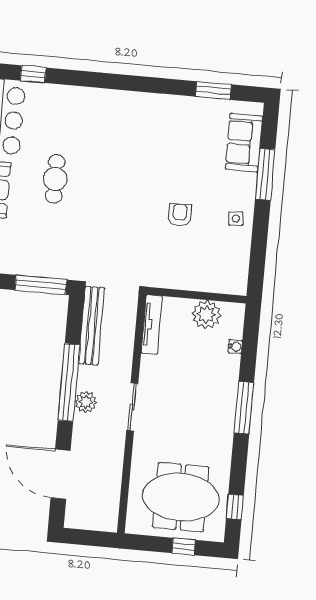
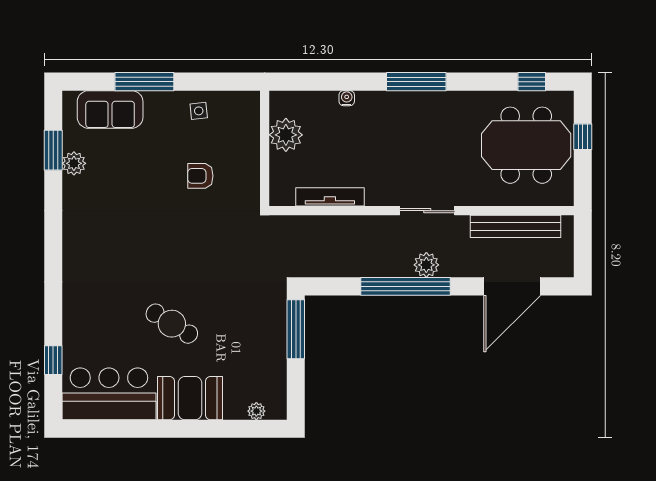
plant: (200, 107) -> (74, 163), added
cafe table: (55, 179) -> (172, 324), turned 32
wall: (196, 295) -> (265, 148), moved
plant: (206, 314) -> (286, 135), moved
bench: (92, 326) -> (516, 226), moved
meeting table: (181, 497) -> (526, 145), turned 90

